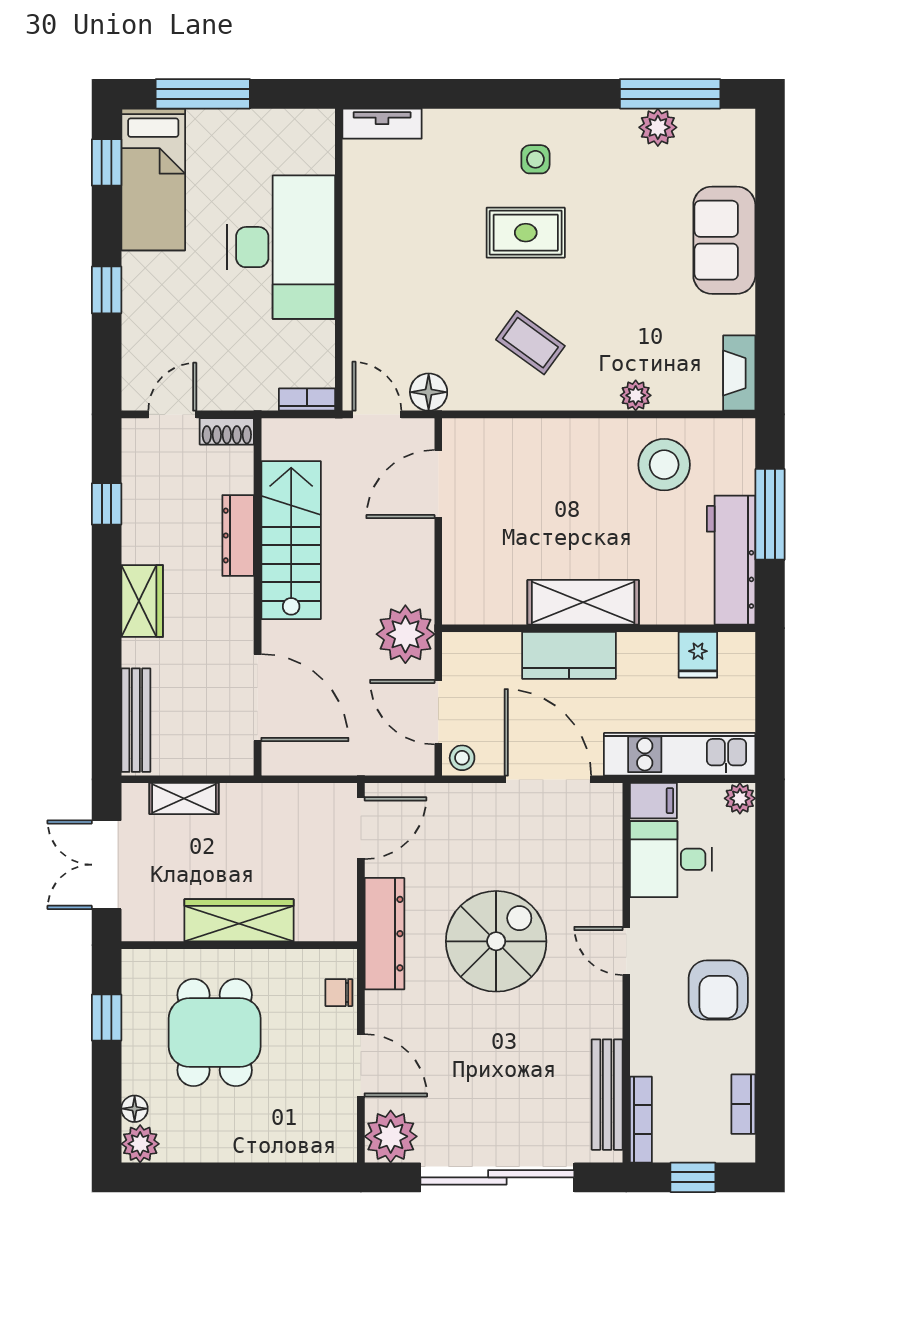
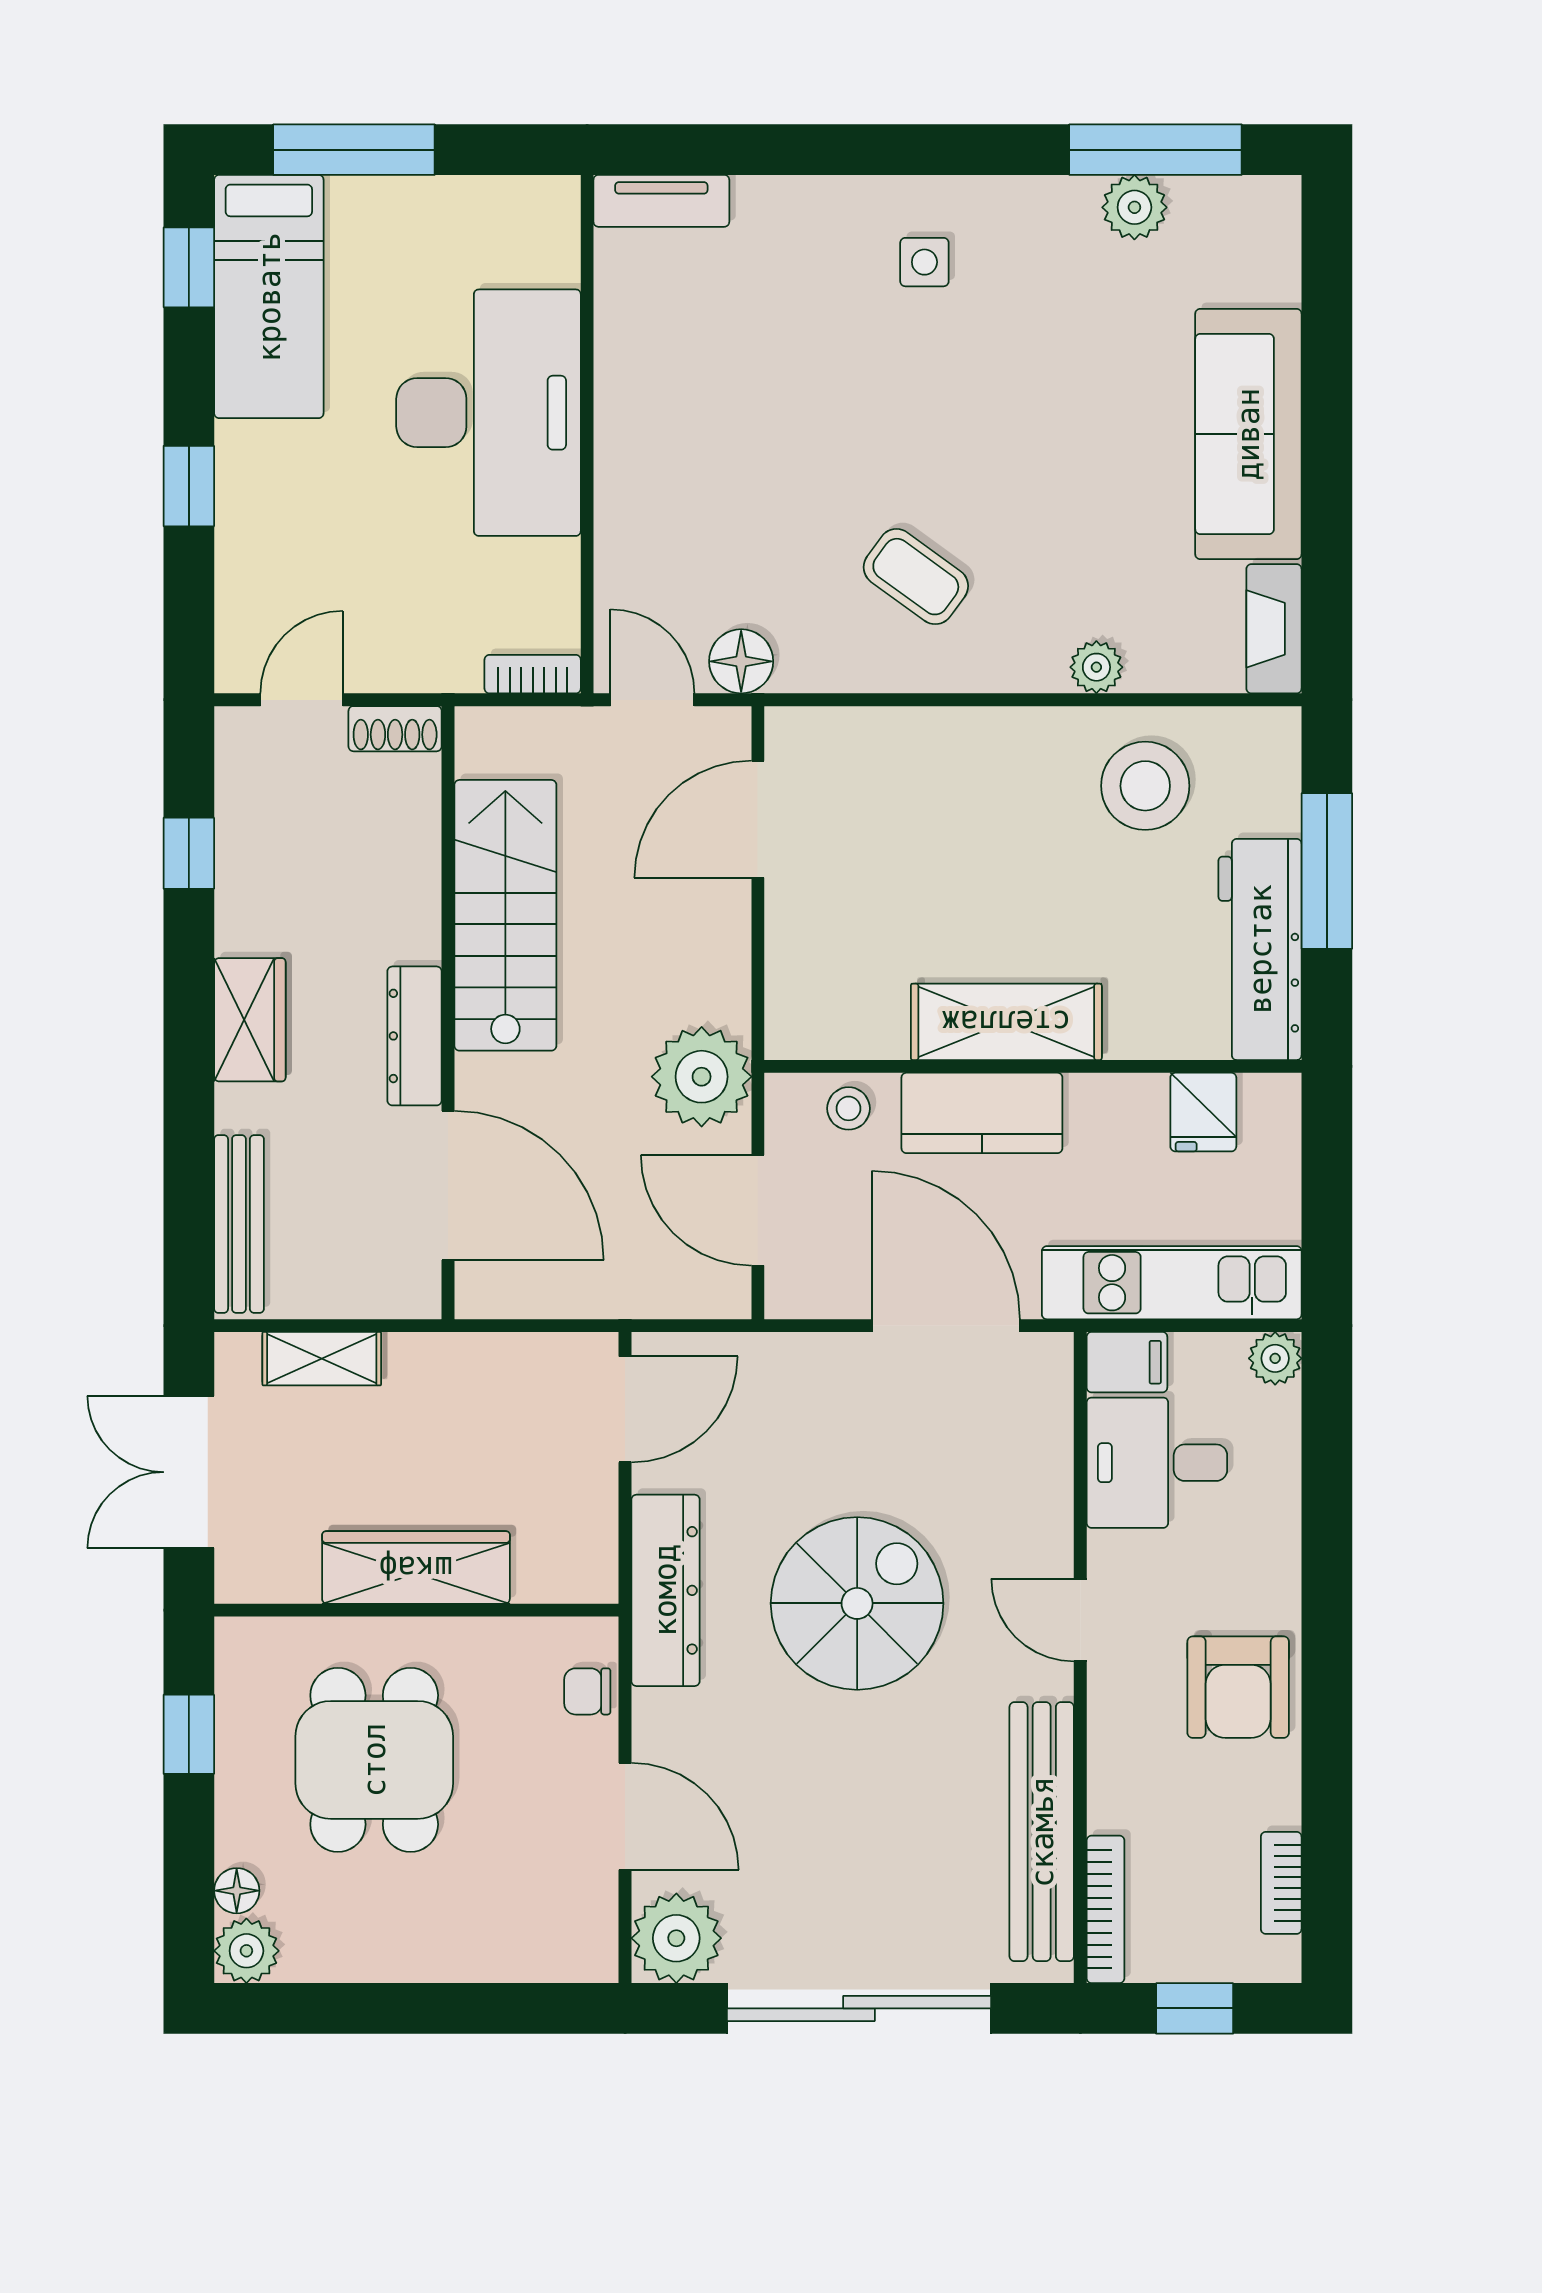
rug: (526, 233) -> (908, 388), removed
sofa: (724, 240) -> (1248, 434), width x1.36
dresser: (238, 536) -> (415, 1036), moved
stool: (462, 758) -> (849, 1108), moved
bench: (607, 1095) -> (1042, 1832), width x1.37, depth x1.21

